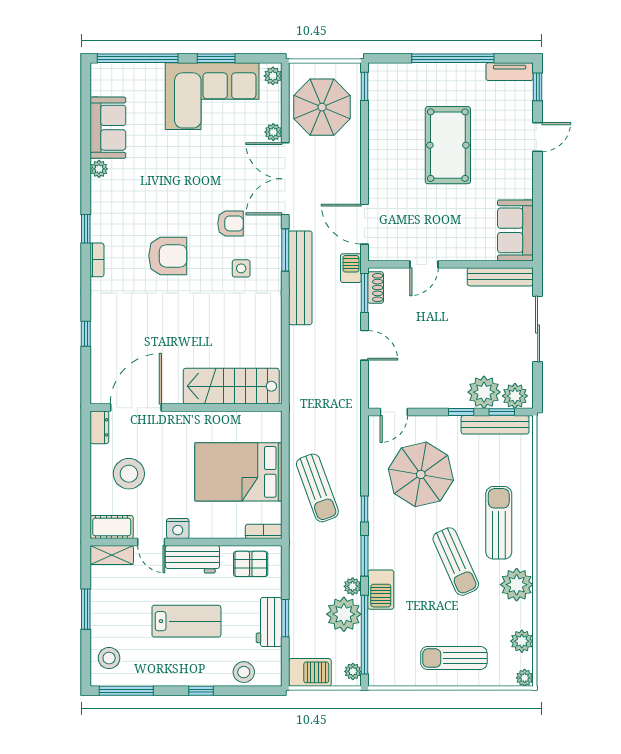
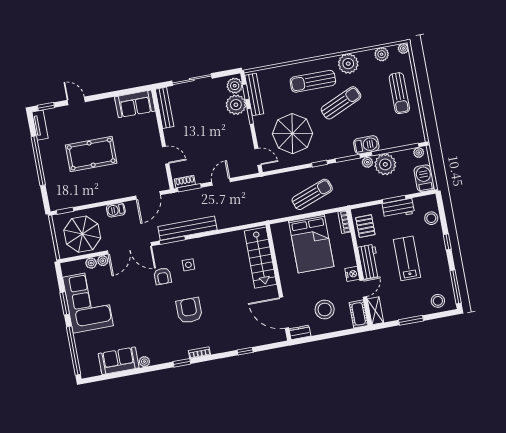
plant: (273, 76) -> (91, 263), moved
armchair: (230, 223) -> (163, 276), turned 180
barbecue: (351, 268) -> (116, 210), moved

